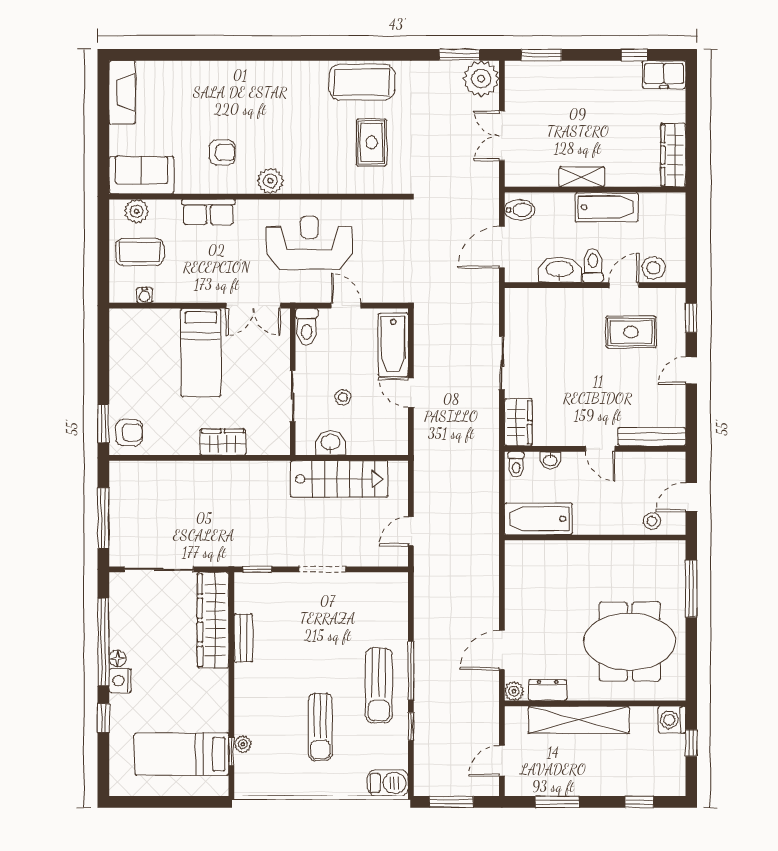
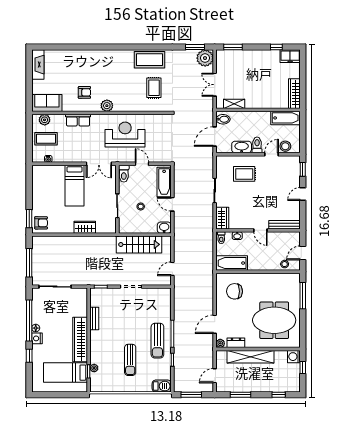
shelving: (582, 177) -> (234, 104), moved
bathtub: (607, 207) -> (286, 118), moved
rug: (631, 332) -> (244, 174), moved
washbasin: (331, 443) -> (164, 228), moved
chair: (544, 580) -> (235, 291), added
wardrobe: (213, 620) -> (80, 339), moved

